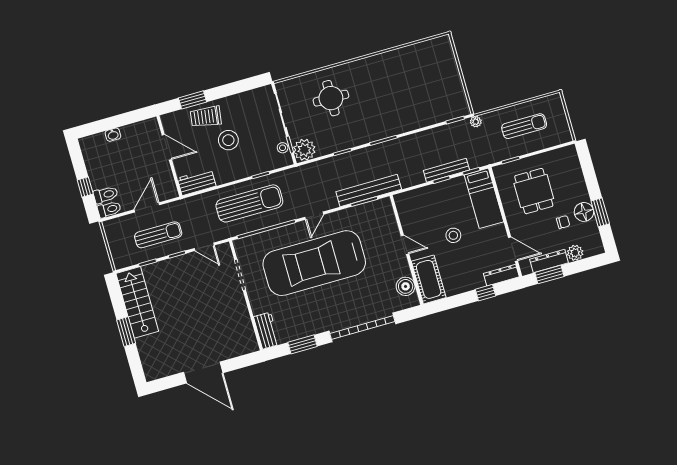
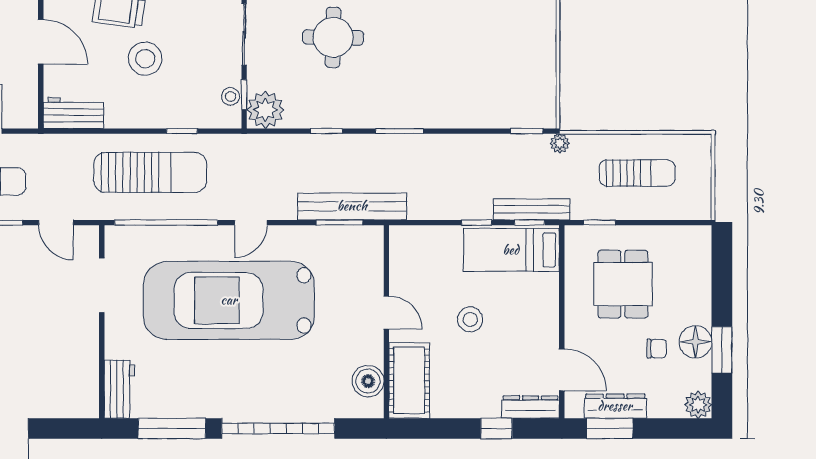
bench: (446, 170) -> (532, 209), moved
bed: (484, 198) -> (511, 250), moved, turned 90
plant: (575, 253) -> (698, 405), moved
window: (302, 344) -> (172, 428), width x1.44

